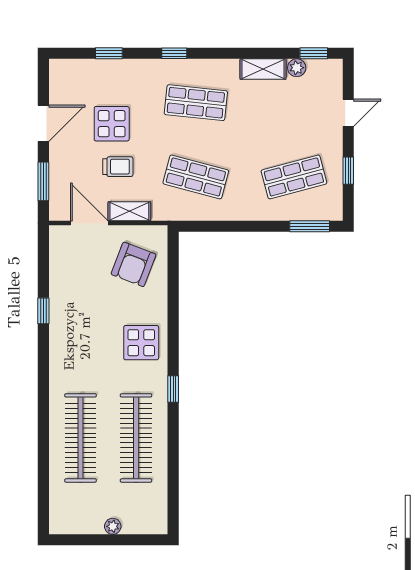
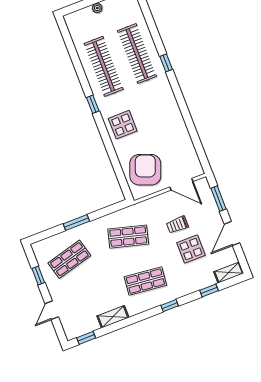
plant: (297, 68) -> (93, 325), removed
shelving: (129, 211) -> (229, 273), moved
window: (310, 226) -> (76, 223), moved
armchair: (134, 264) -> (145, 170), width x1.36, depth x1.36
window: (43, 311) -> (166, 63), moved

